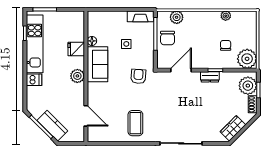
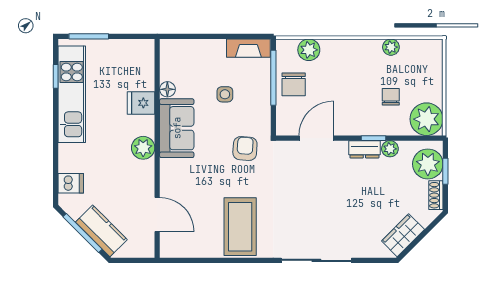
plant: (225, 77) -> (390, 149), added
dishwasher: (34, 80) -> (71, 183), moved
coffee table: (135, 123) -> (240, 227), width x1.36, depth x1.32

